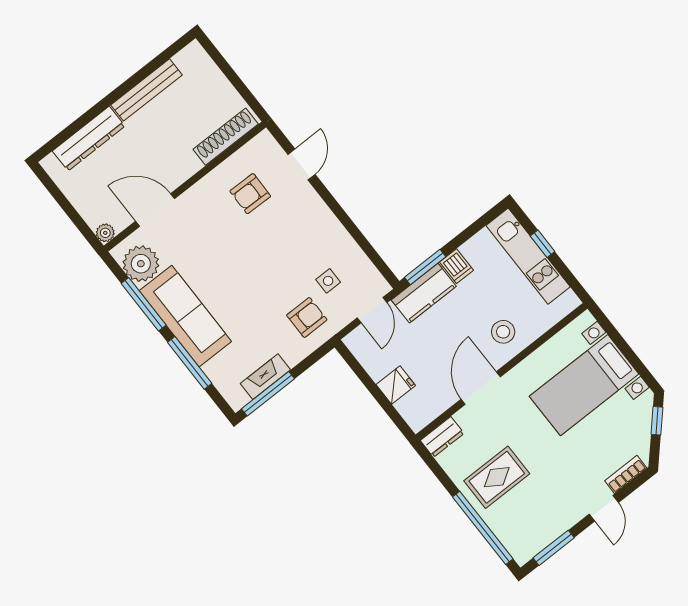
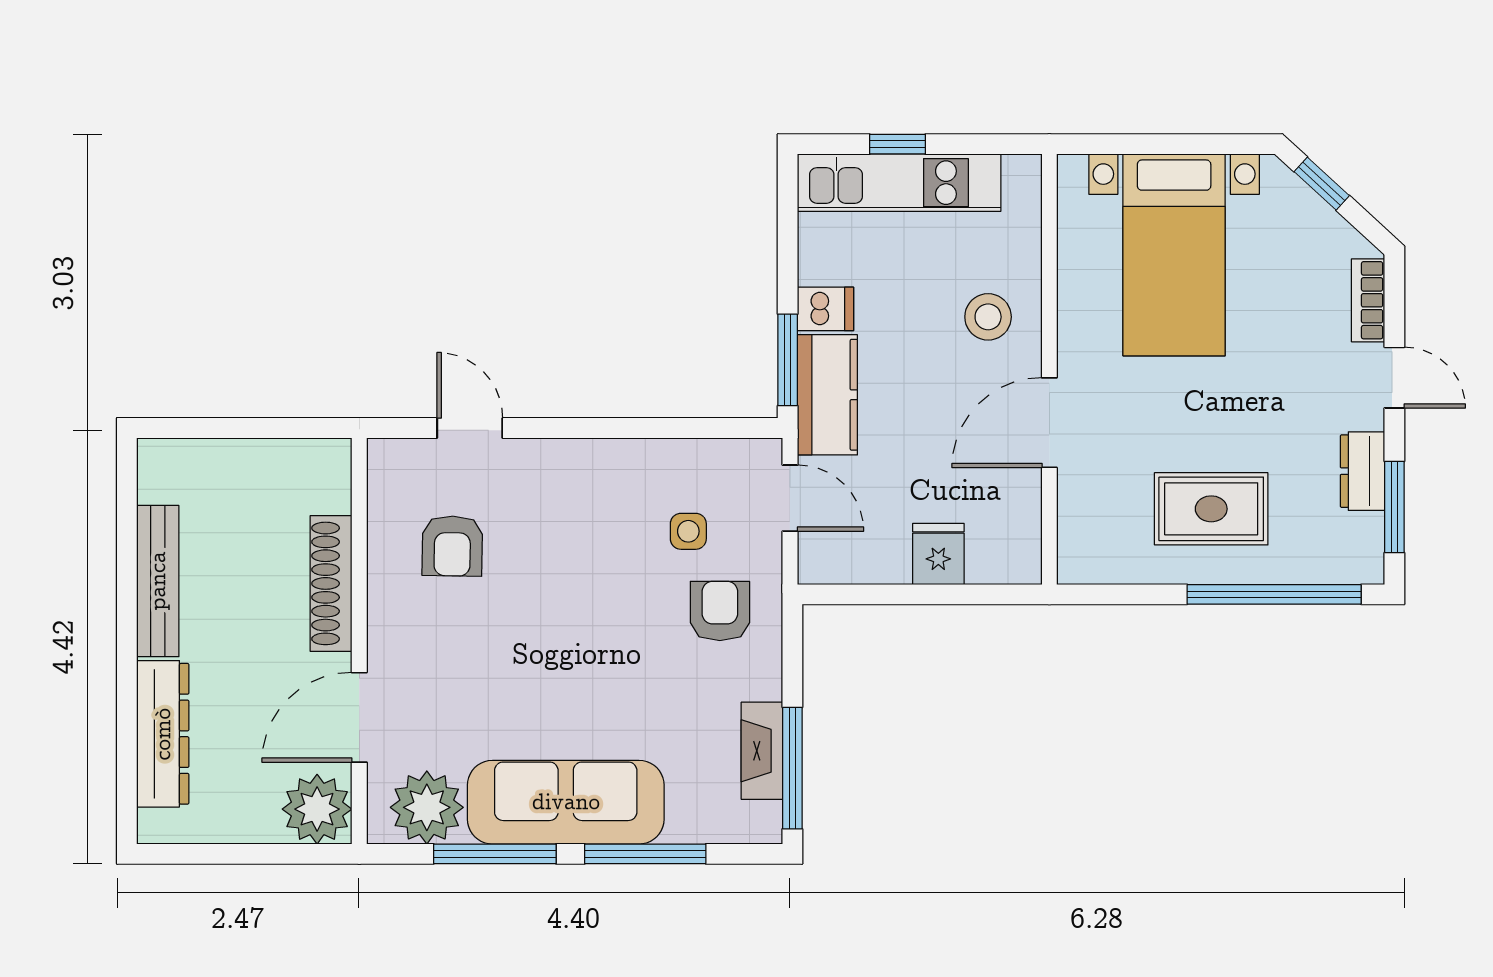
shoe rack: (226, 137) -> (331, 583), moved
plant: (105, 233) -> (317, 809), width x1.88, depth x1.88
door: (481, 388) -> (1049, 423), hinge flipped
dresser: (442, 437) -> (1363, 471), moved, turned 180
rug: (497, 477) -> (1211, 509), turned 90

